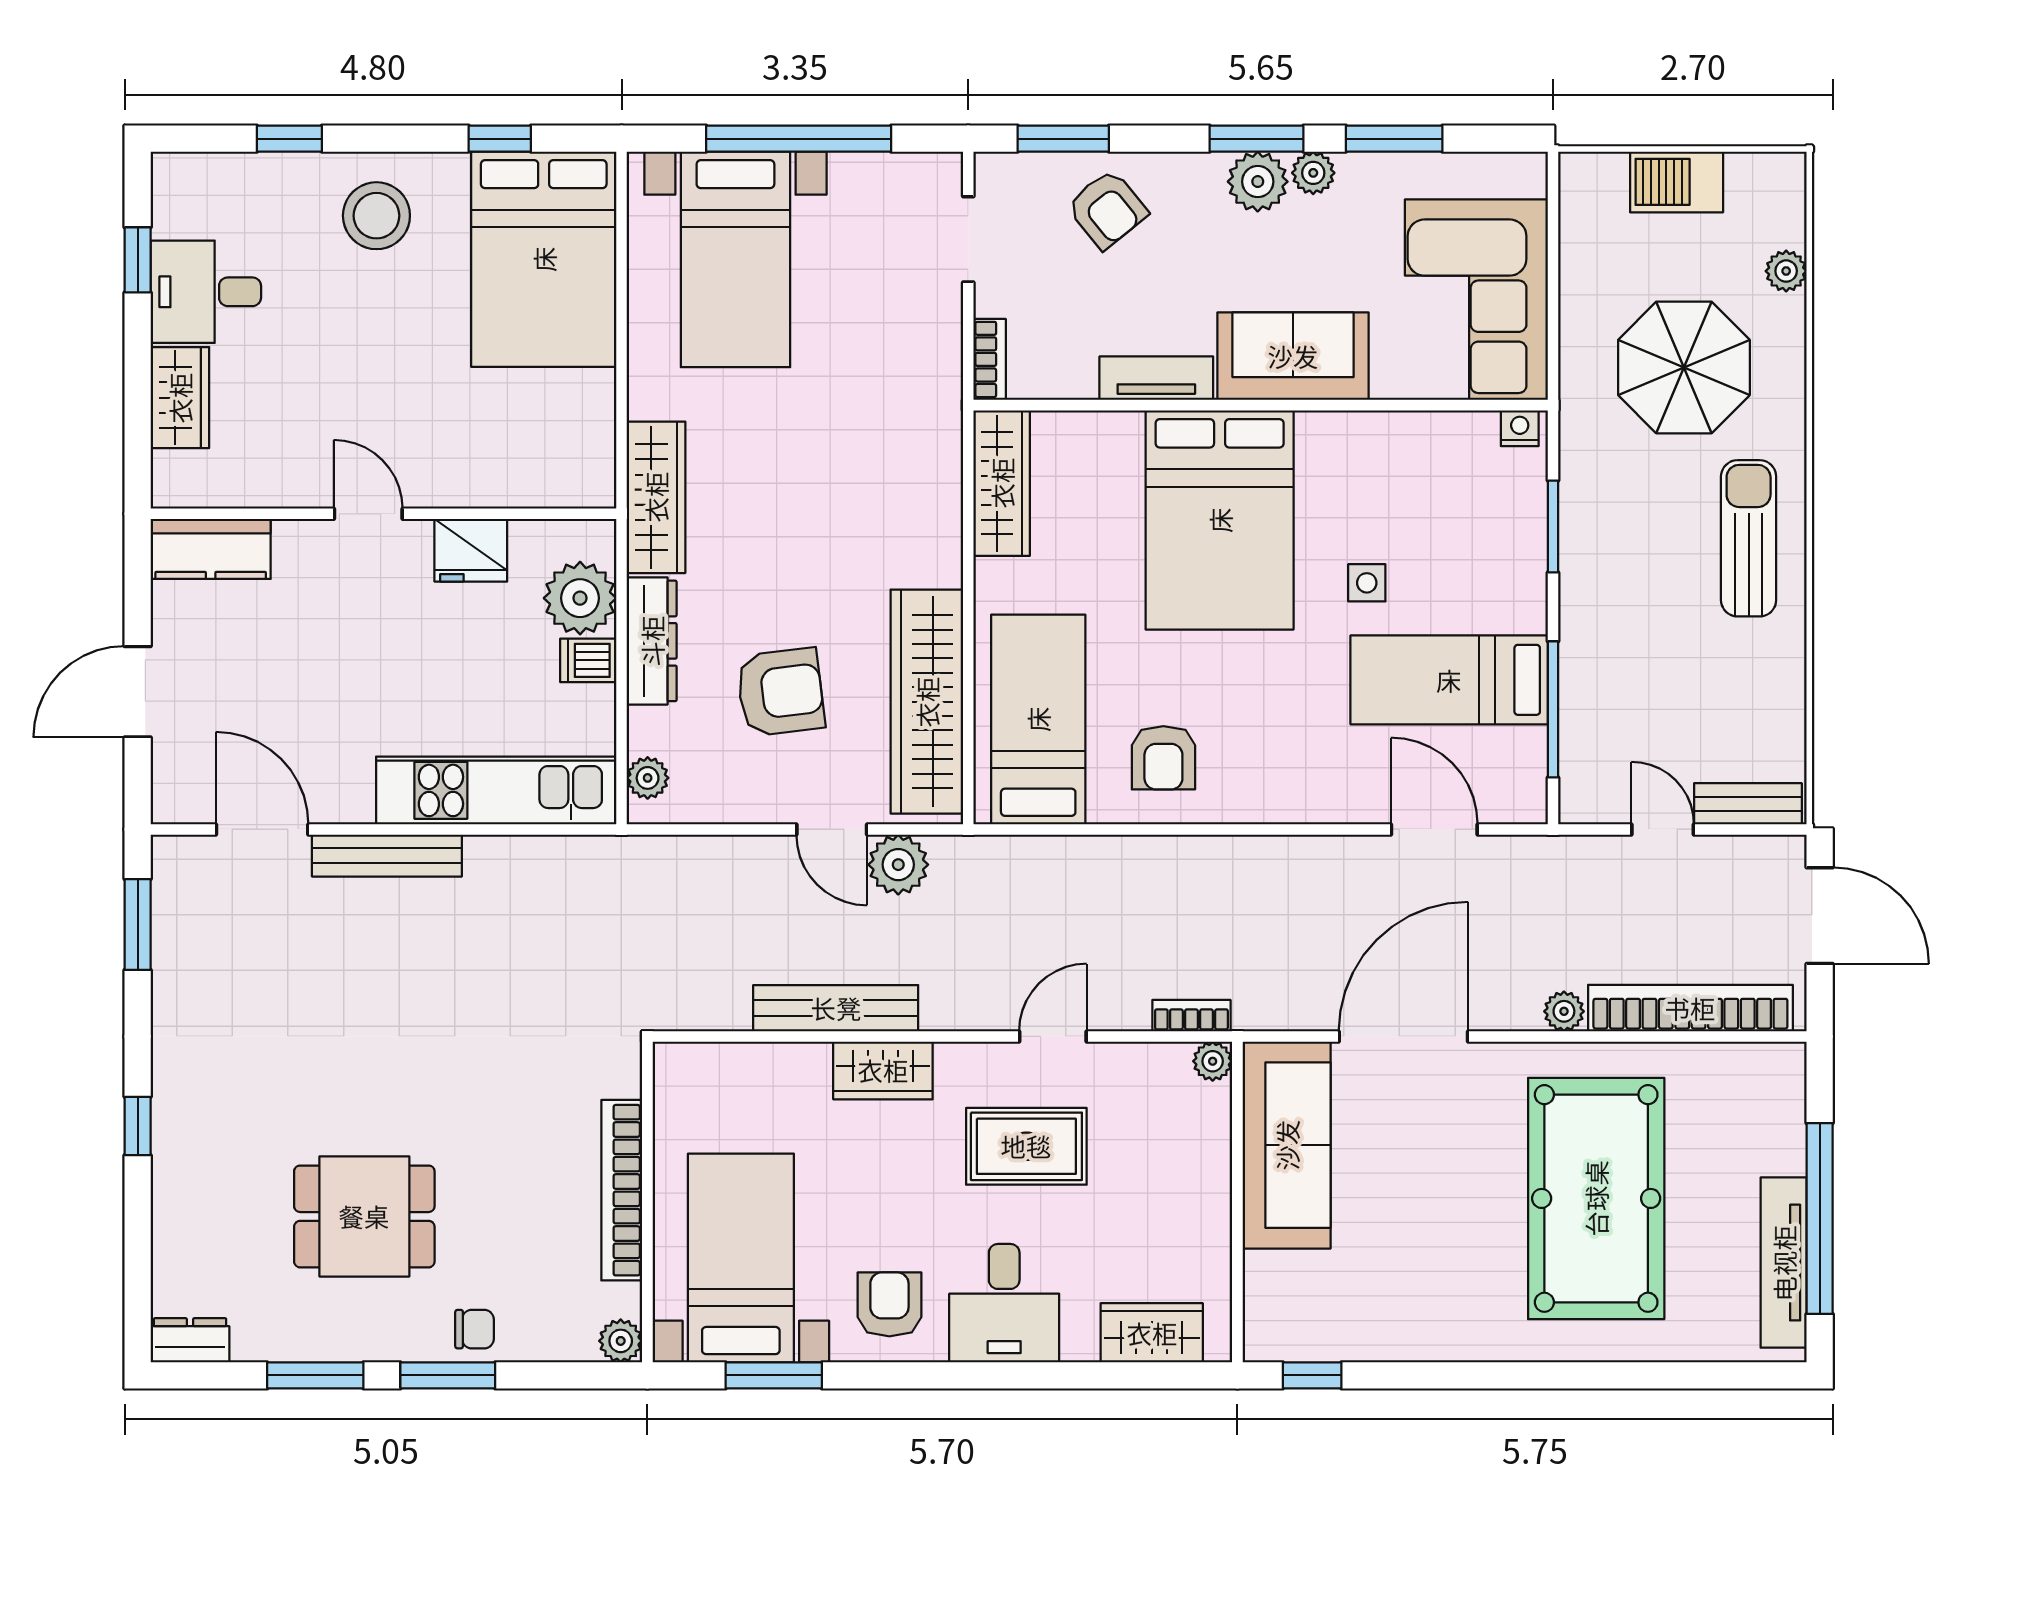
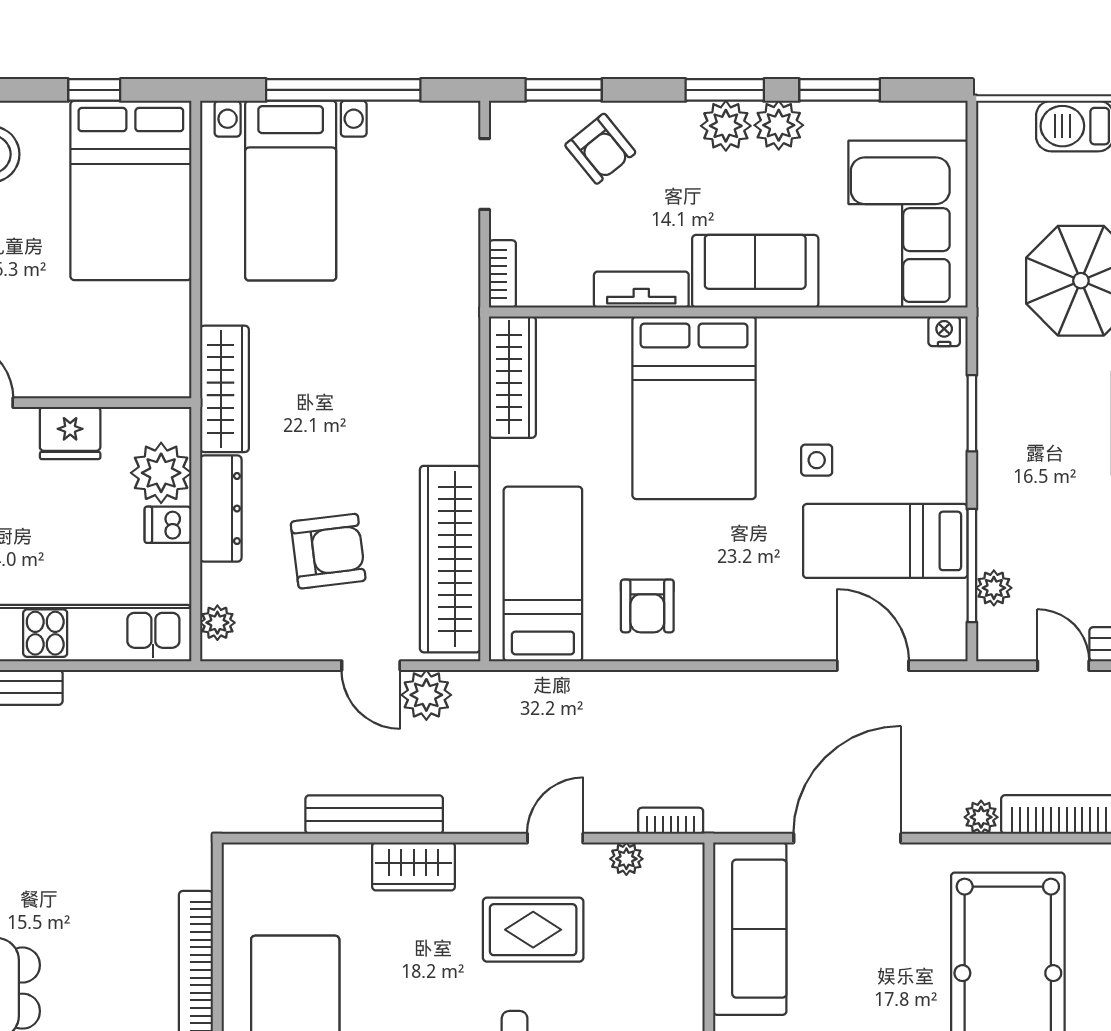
plant: (1313, 173) -> (779, 125), width x1.38, depth x1.38
plant: (1579, 736) -> (994, 588), added
plant: (1213, 1061) -> (626, 859), moved

